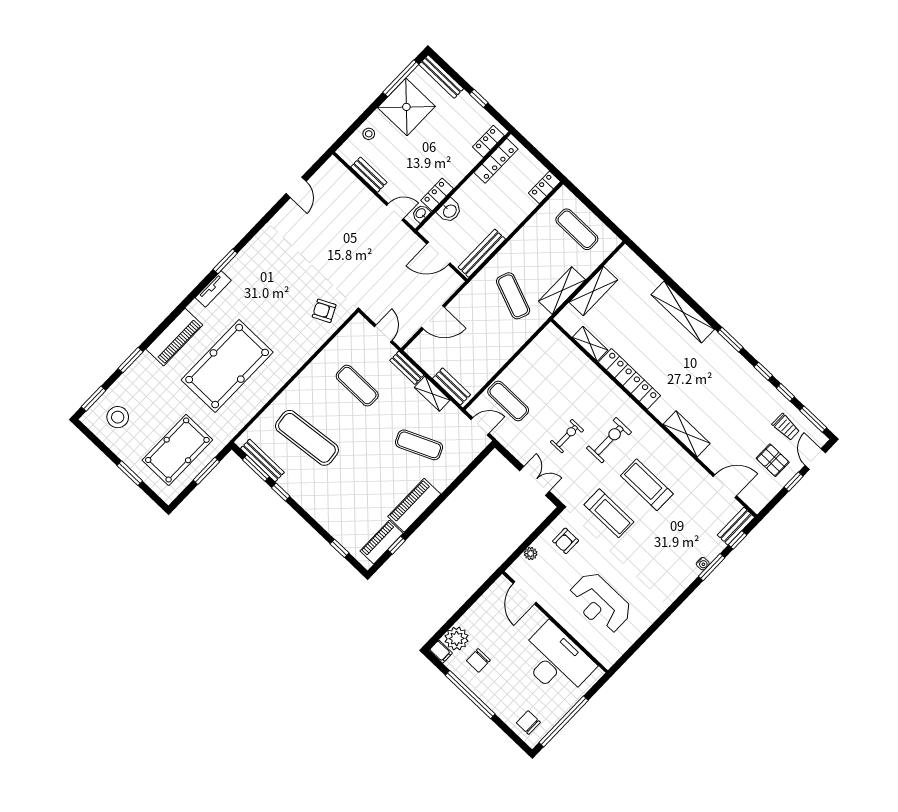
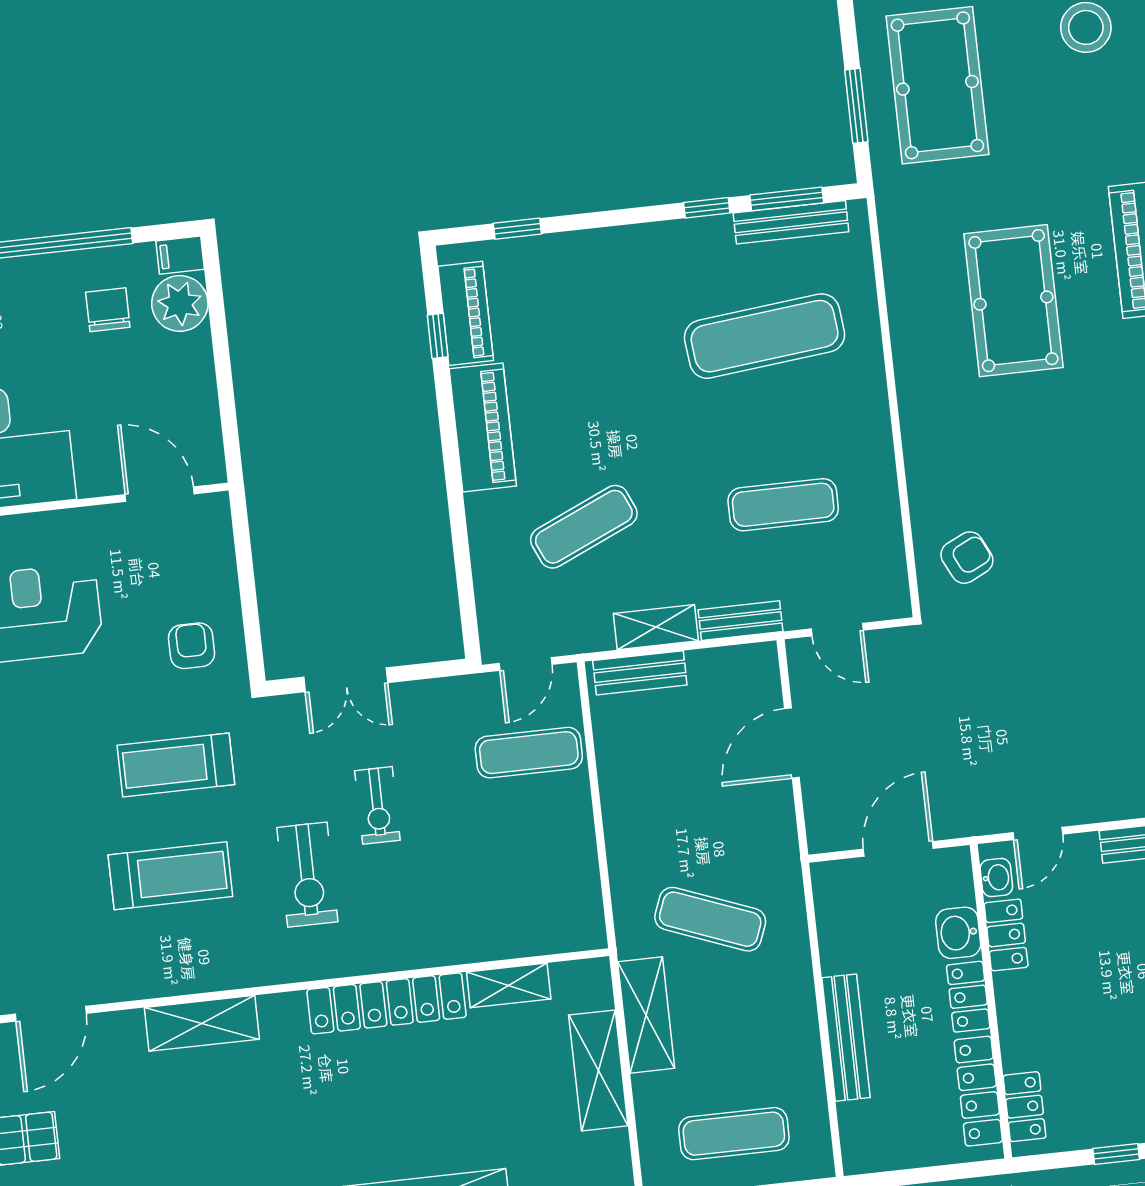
locker: (544, 187) -> (968, 997), moved, turned 180
bench: (482, 253) -> (846, 1038), moved
pool table: (227, 366) -> (1013, 301), width x0.73, depth x0.76
plant: (531, 554) -> (221, 564), removed

